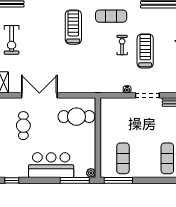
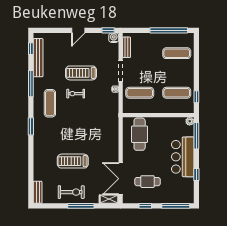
treadmill: (73, 27) -> (73, 161), moved
double door: (39, 95) -> (121, 179), moved
exercise mat: (123, 117) -> (140, 93), added
window: (12, 180) -> (196, 174), moved
window: (118, 180) -> (196, 97), width x0.46

